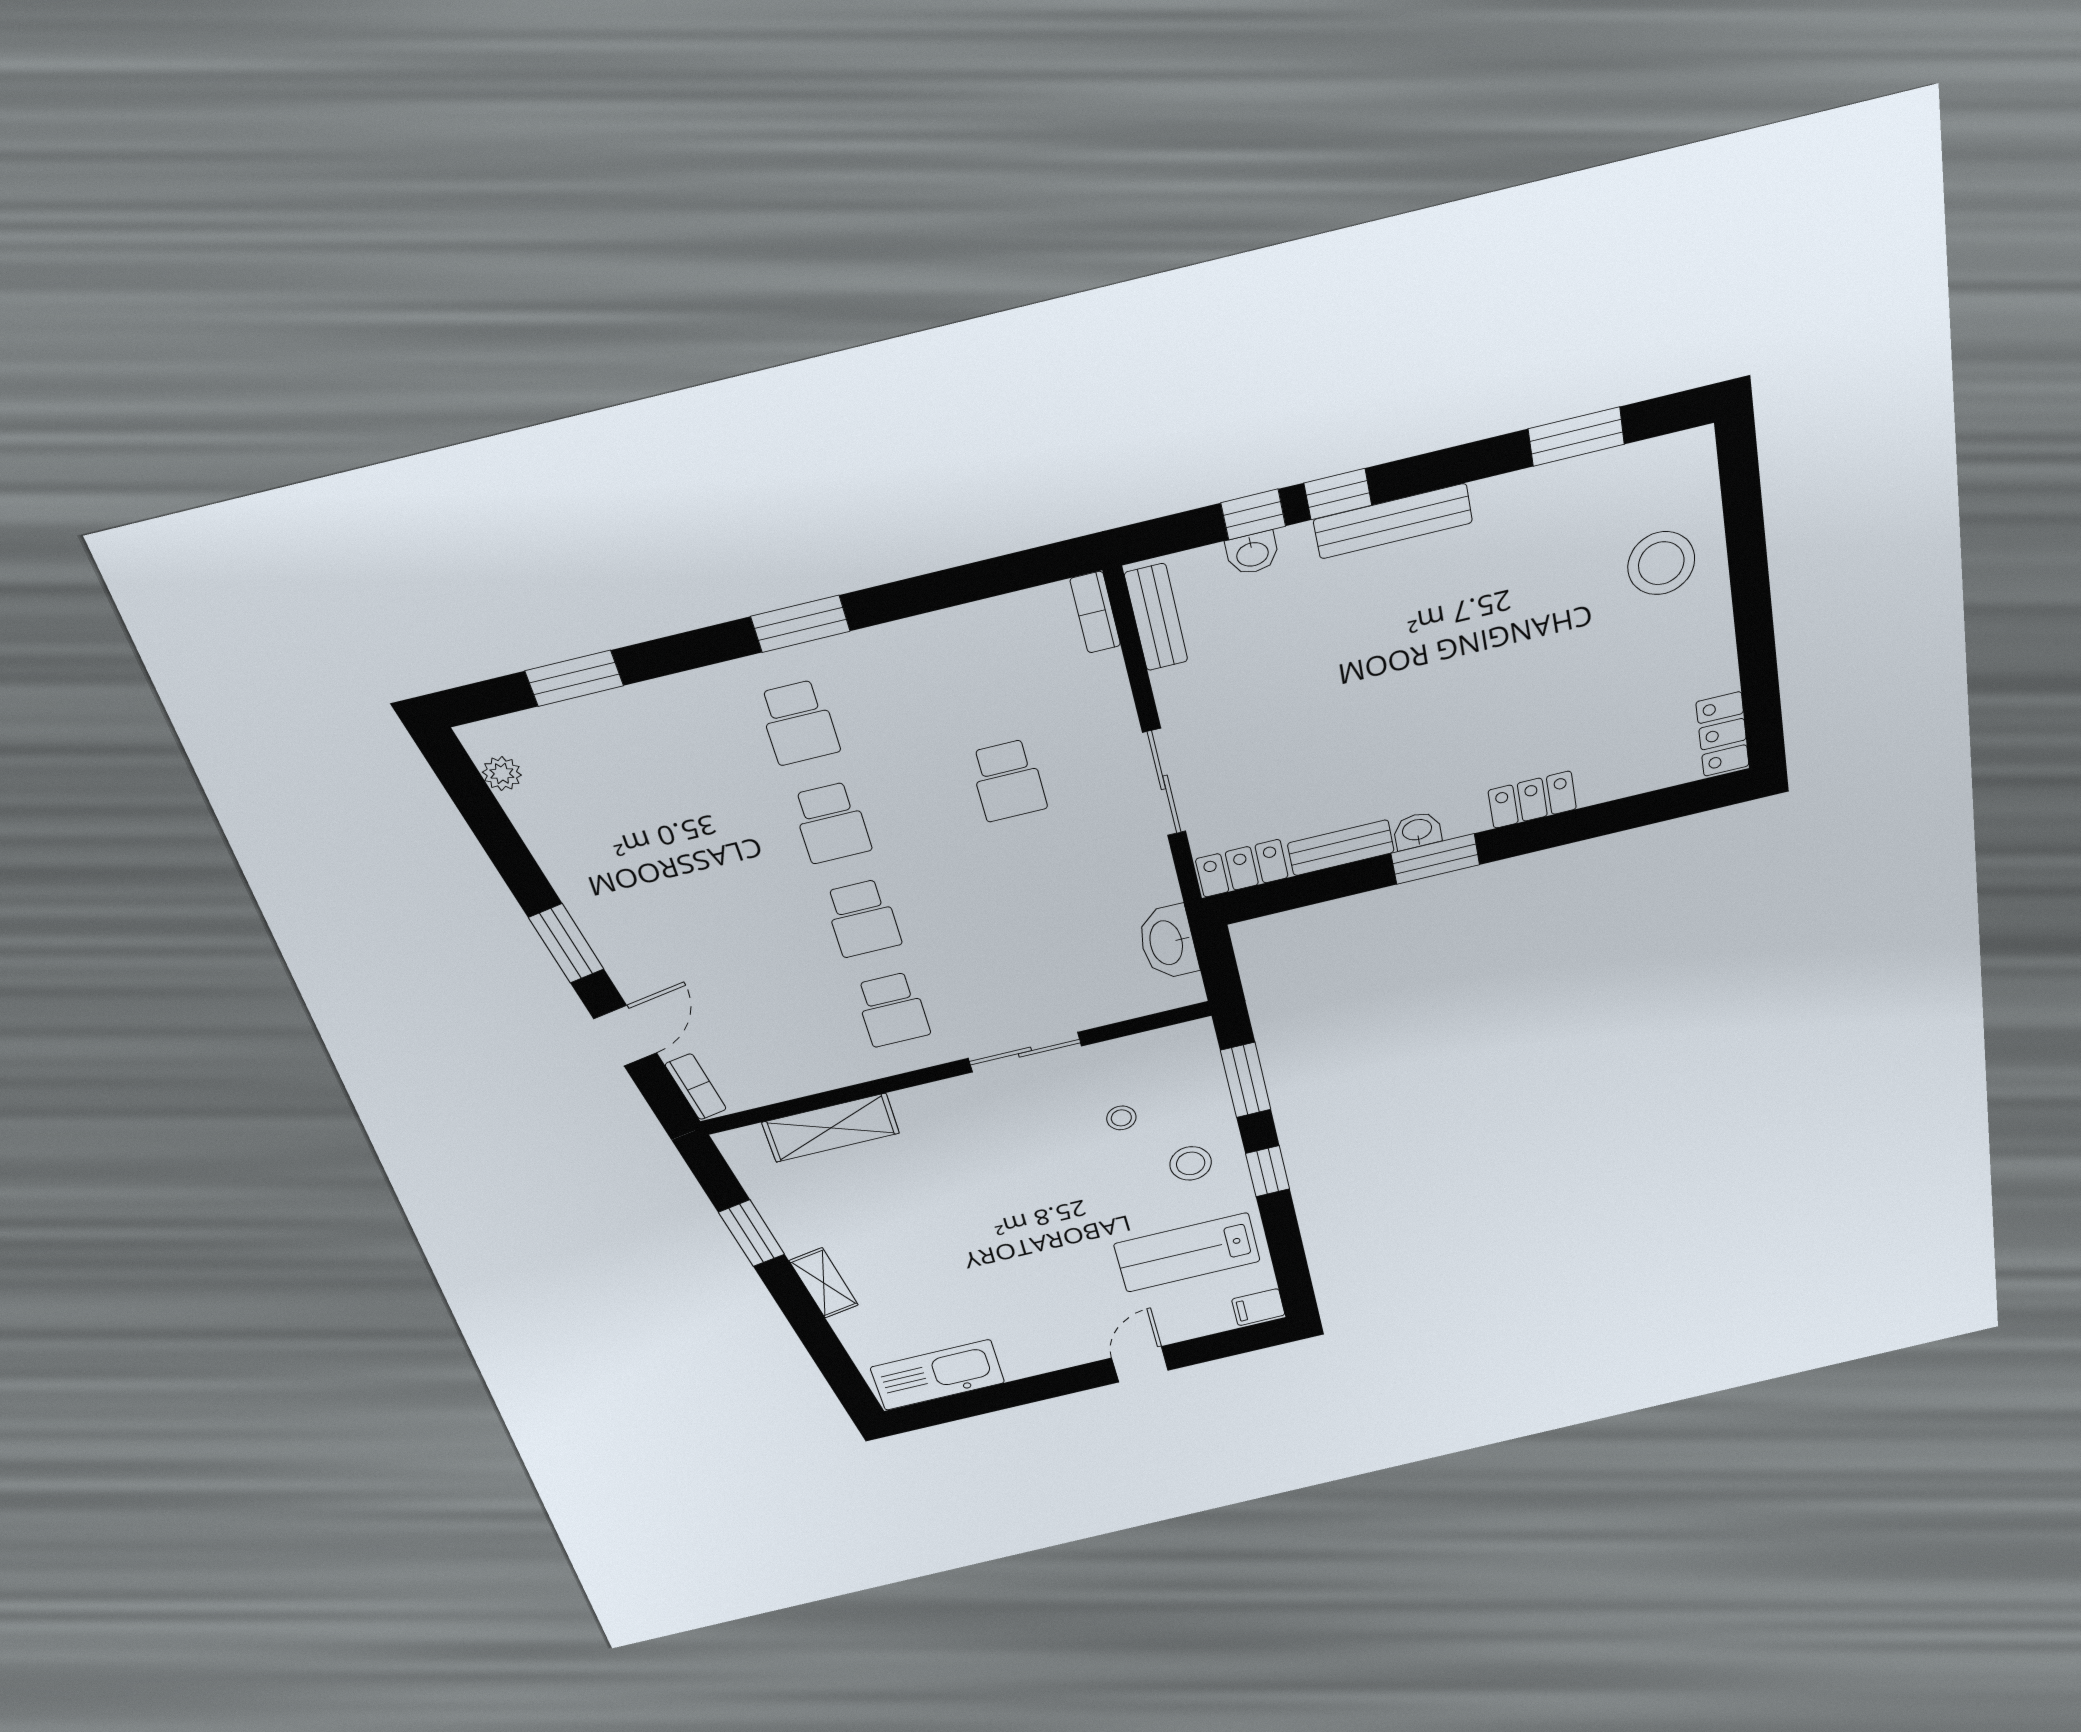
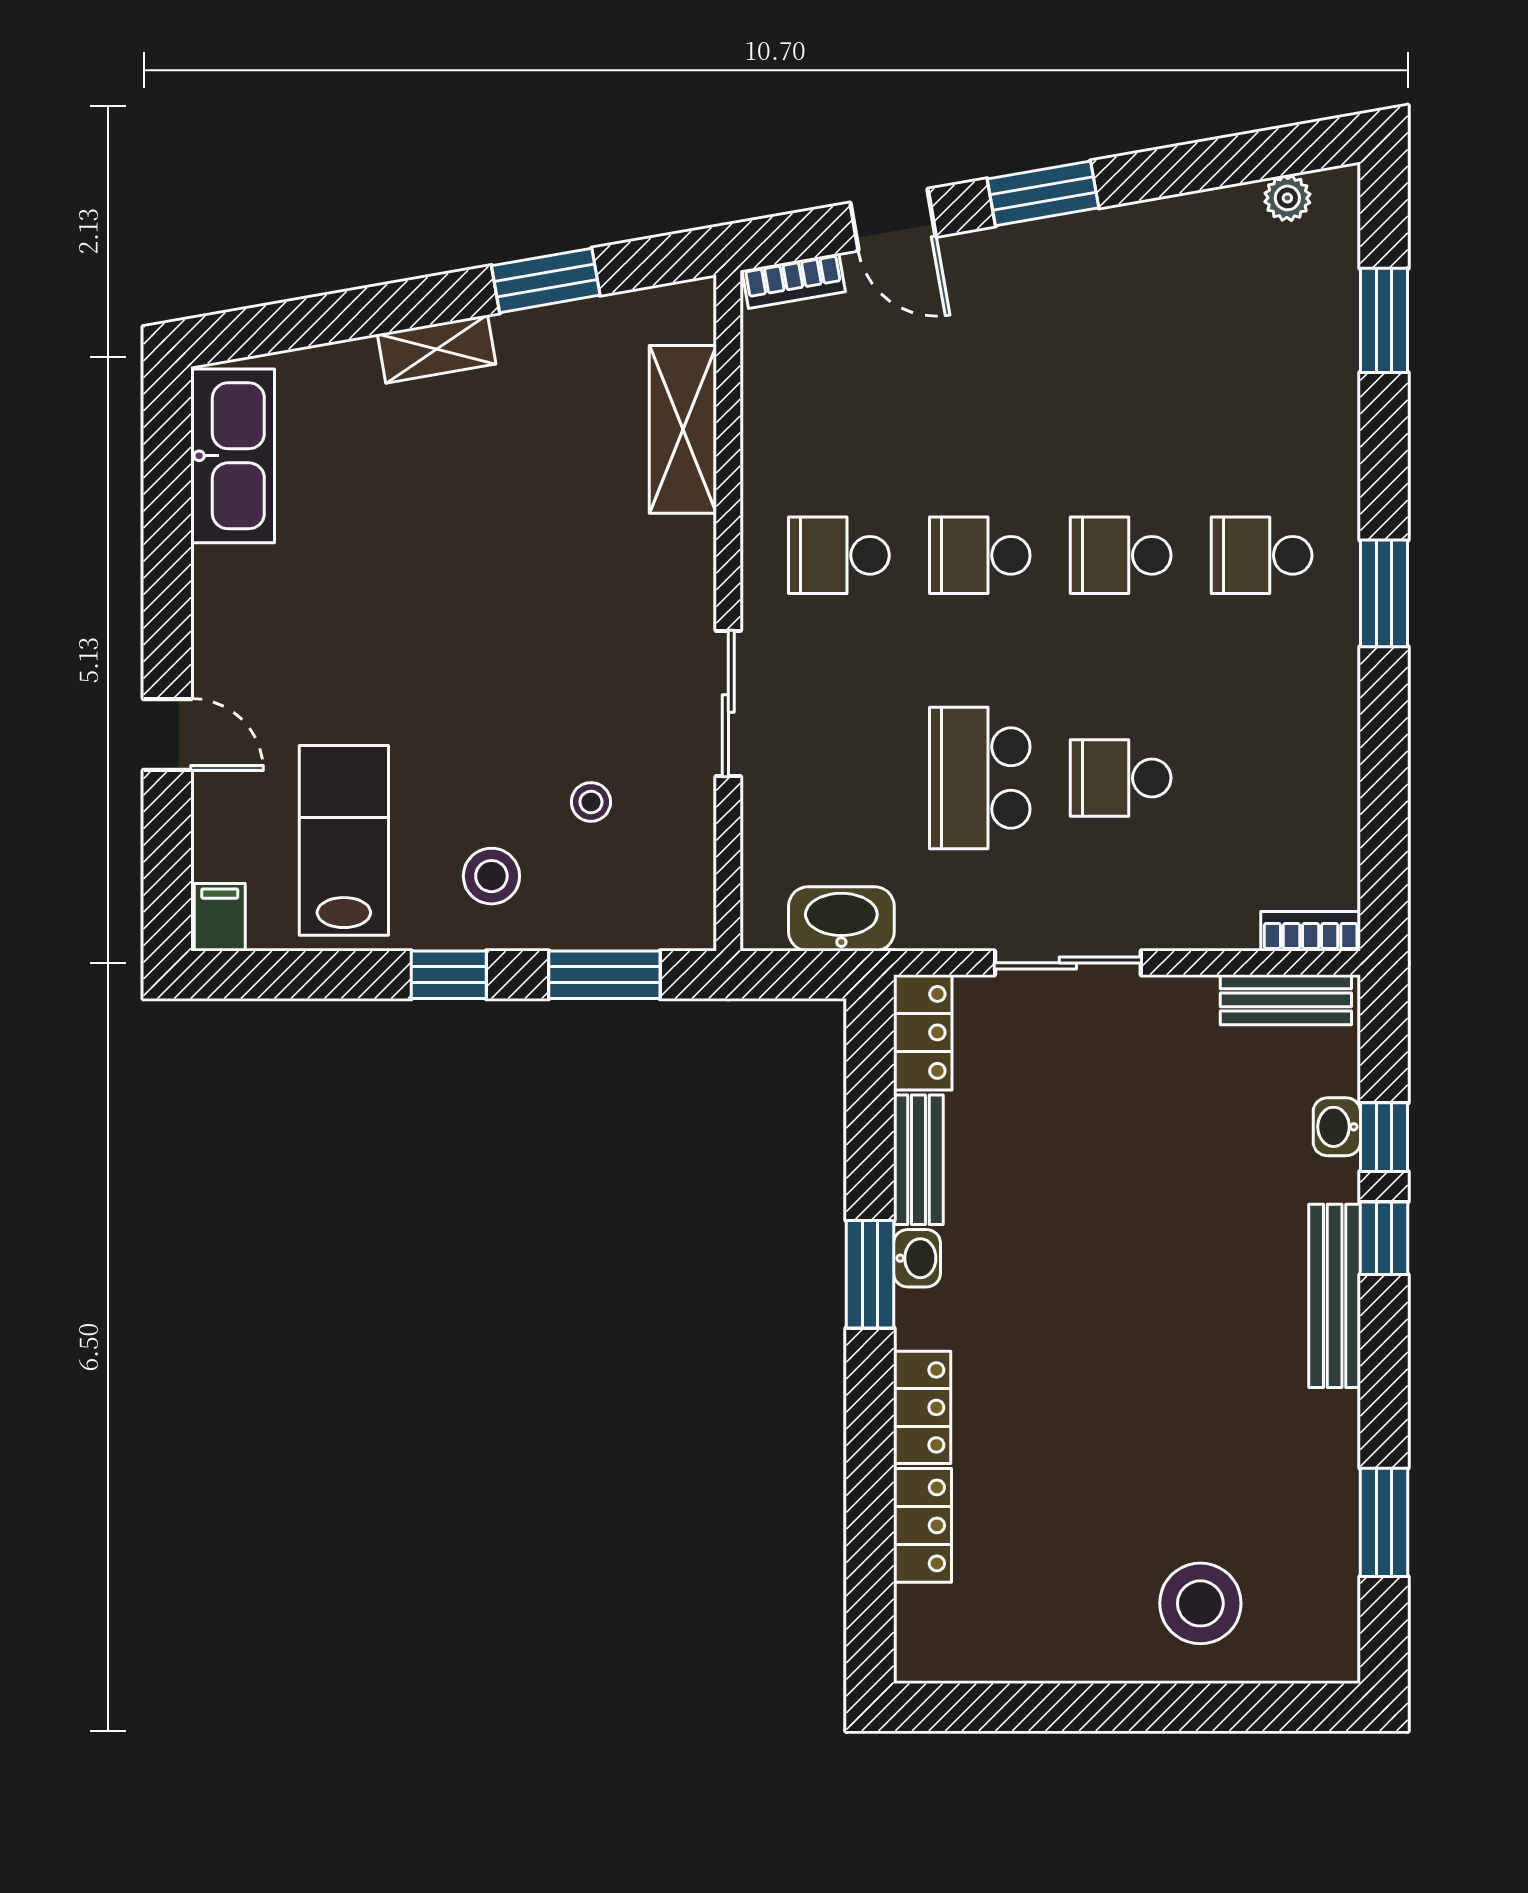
locker: (1723, 734) -> (922, 1525), moved, turned 90
school desk: (1035, 877) -> (980, 778), added

